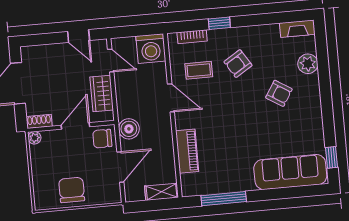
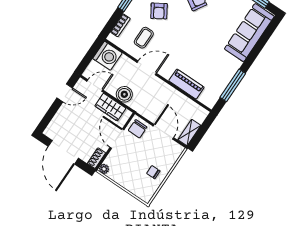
boiler: (129, 129) -> (124, 94), moved
chair: (72, 190) -> (153, 172), width x0.54, depth x0.54
shelving: (161, 192) -> (189, 133), moved

